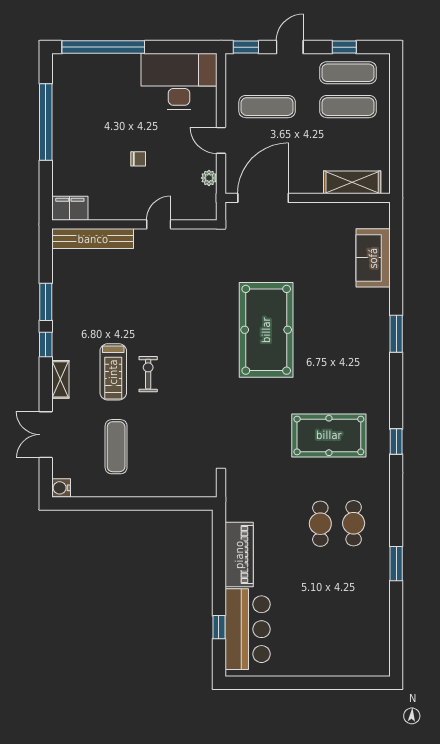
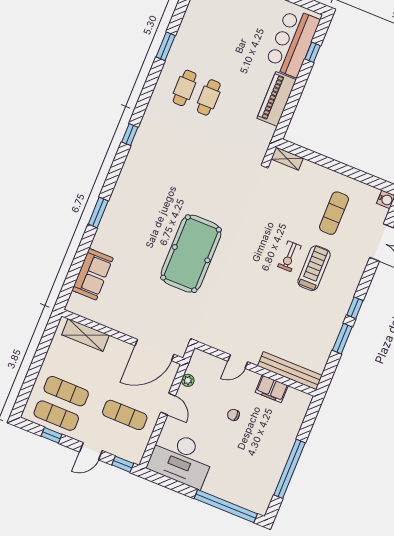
filing cabinet: (70, 208) -> (272, 389), moved
shelving: (60, 379) -> (287, 159), moved, turned 90
pool table: (329, 435) -> (177, 159), removed

